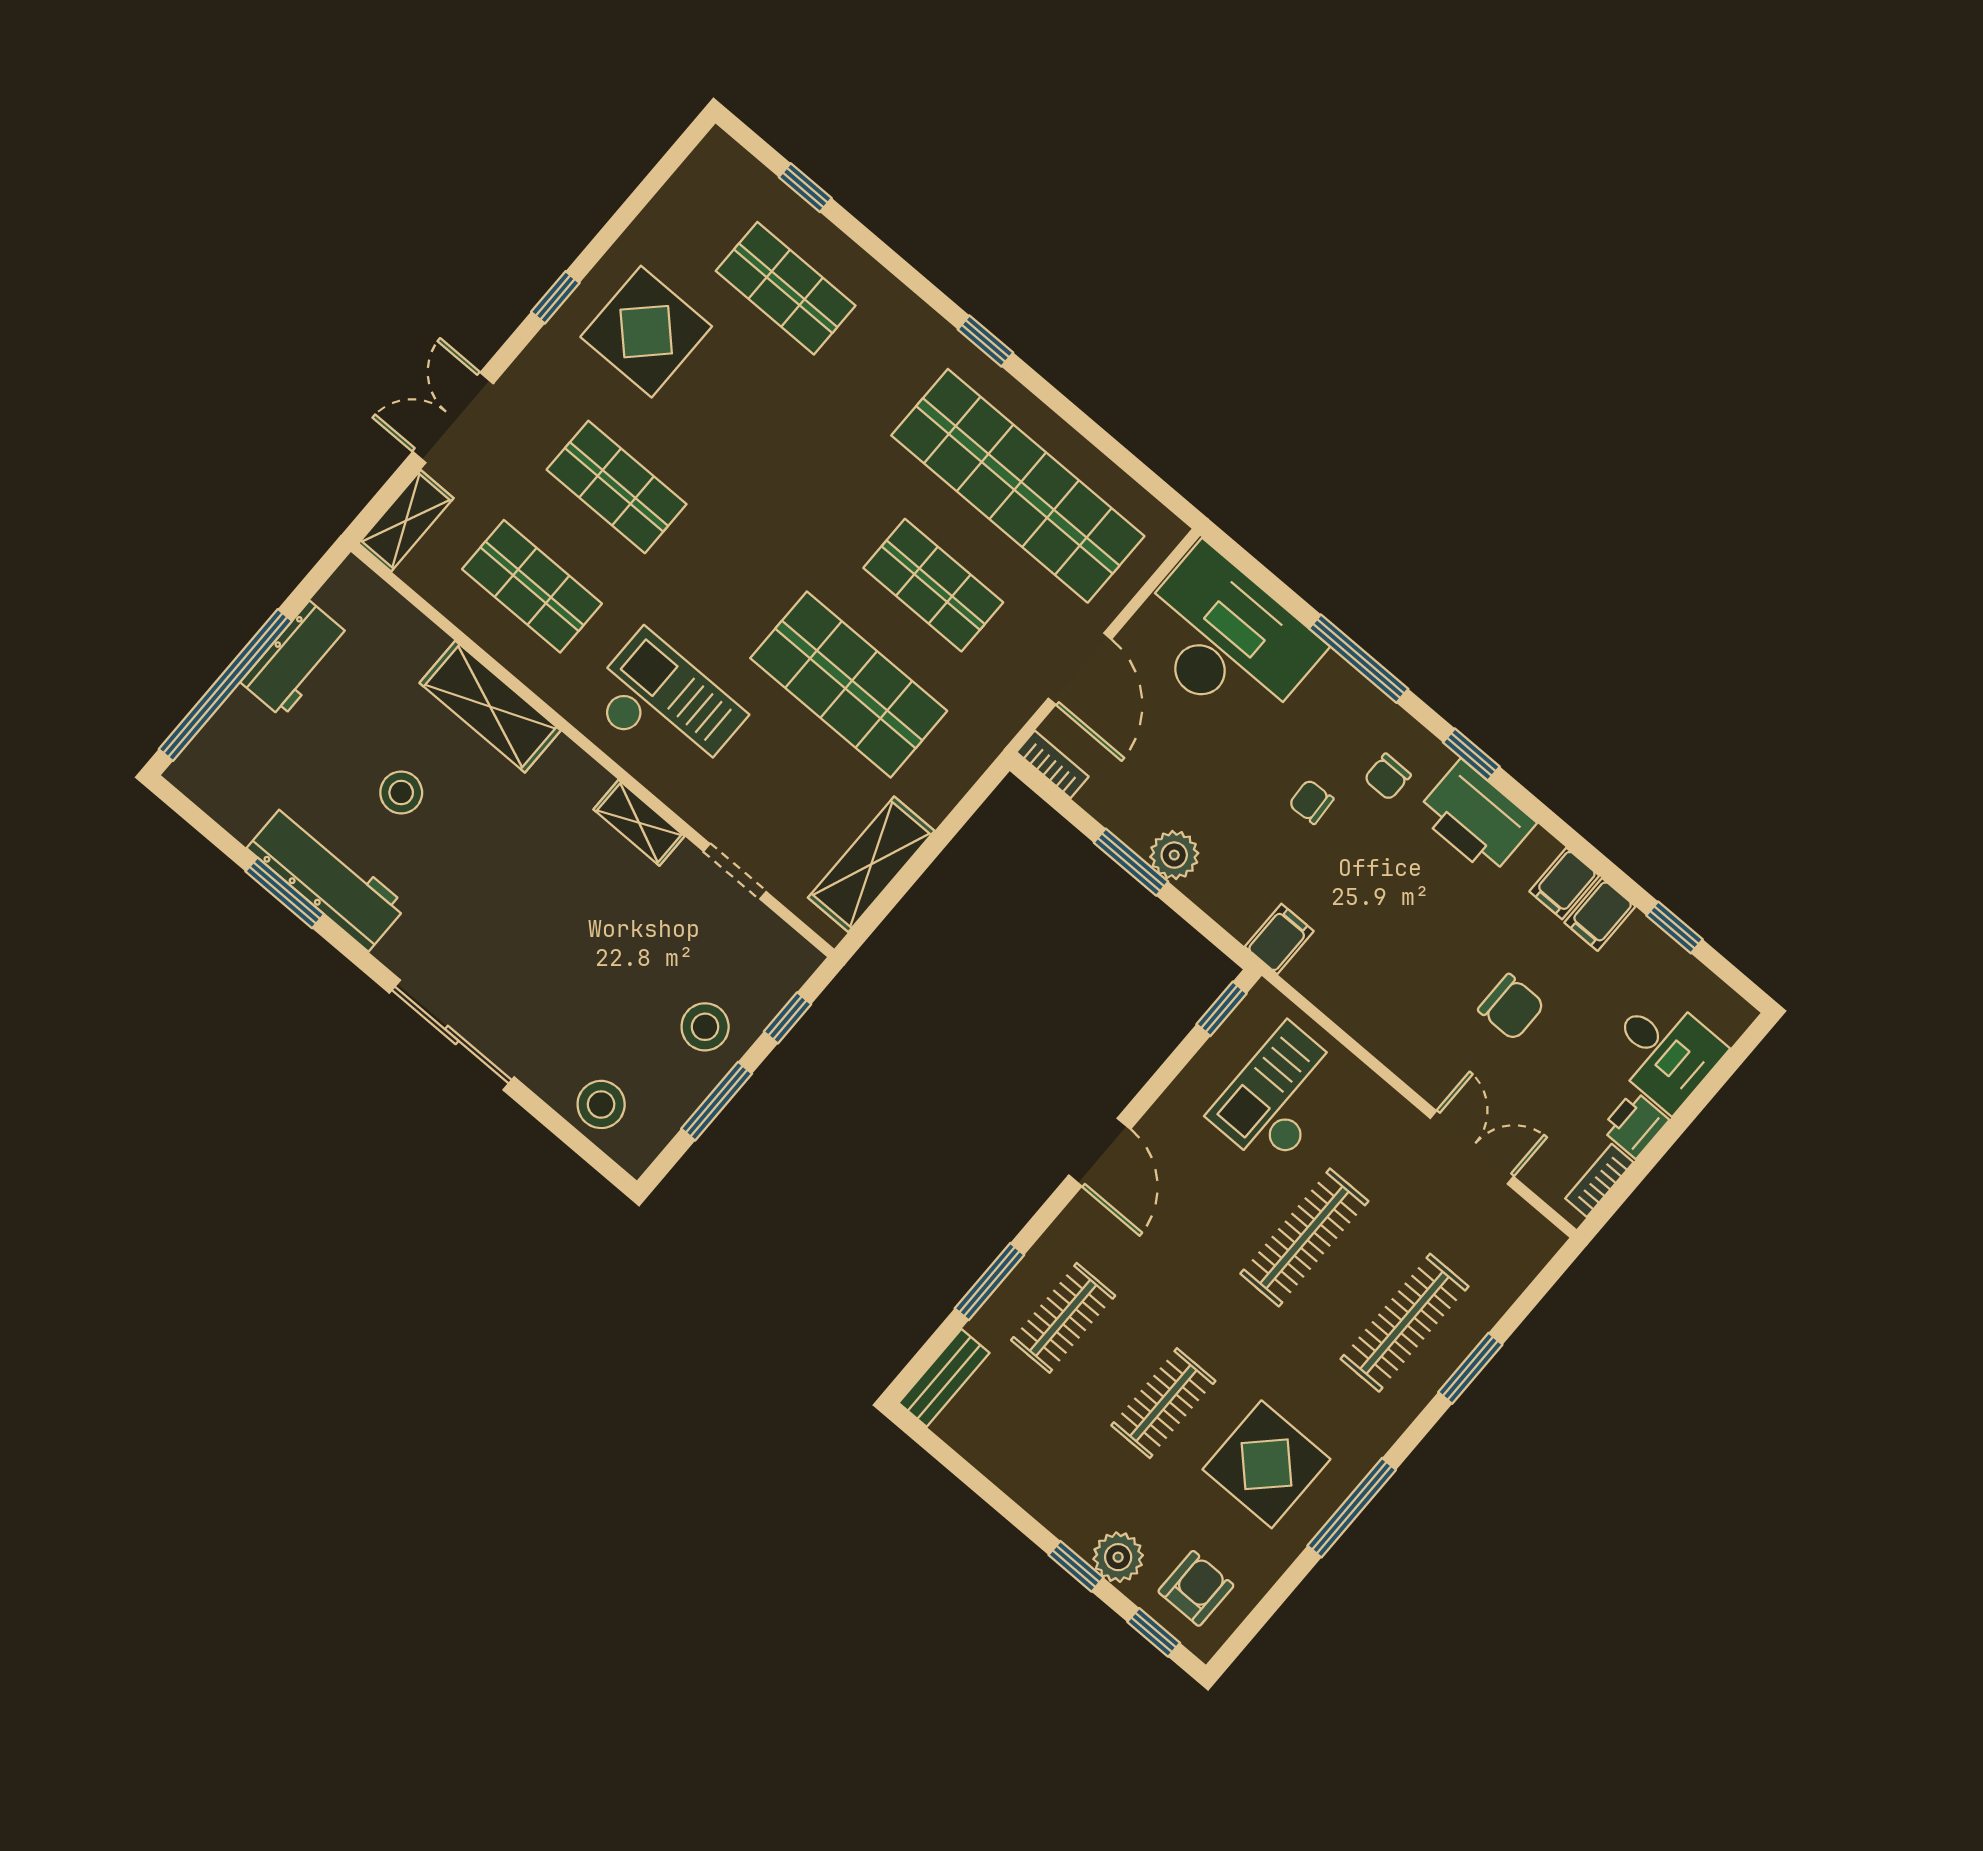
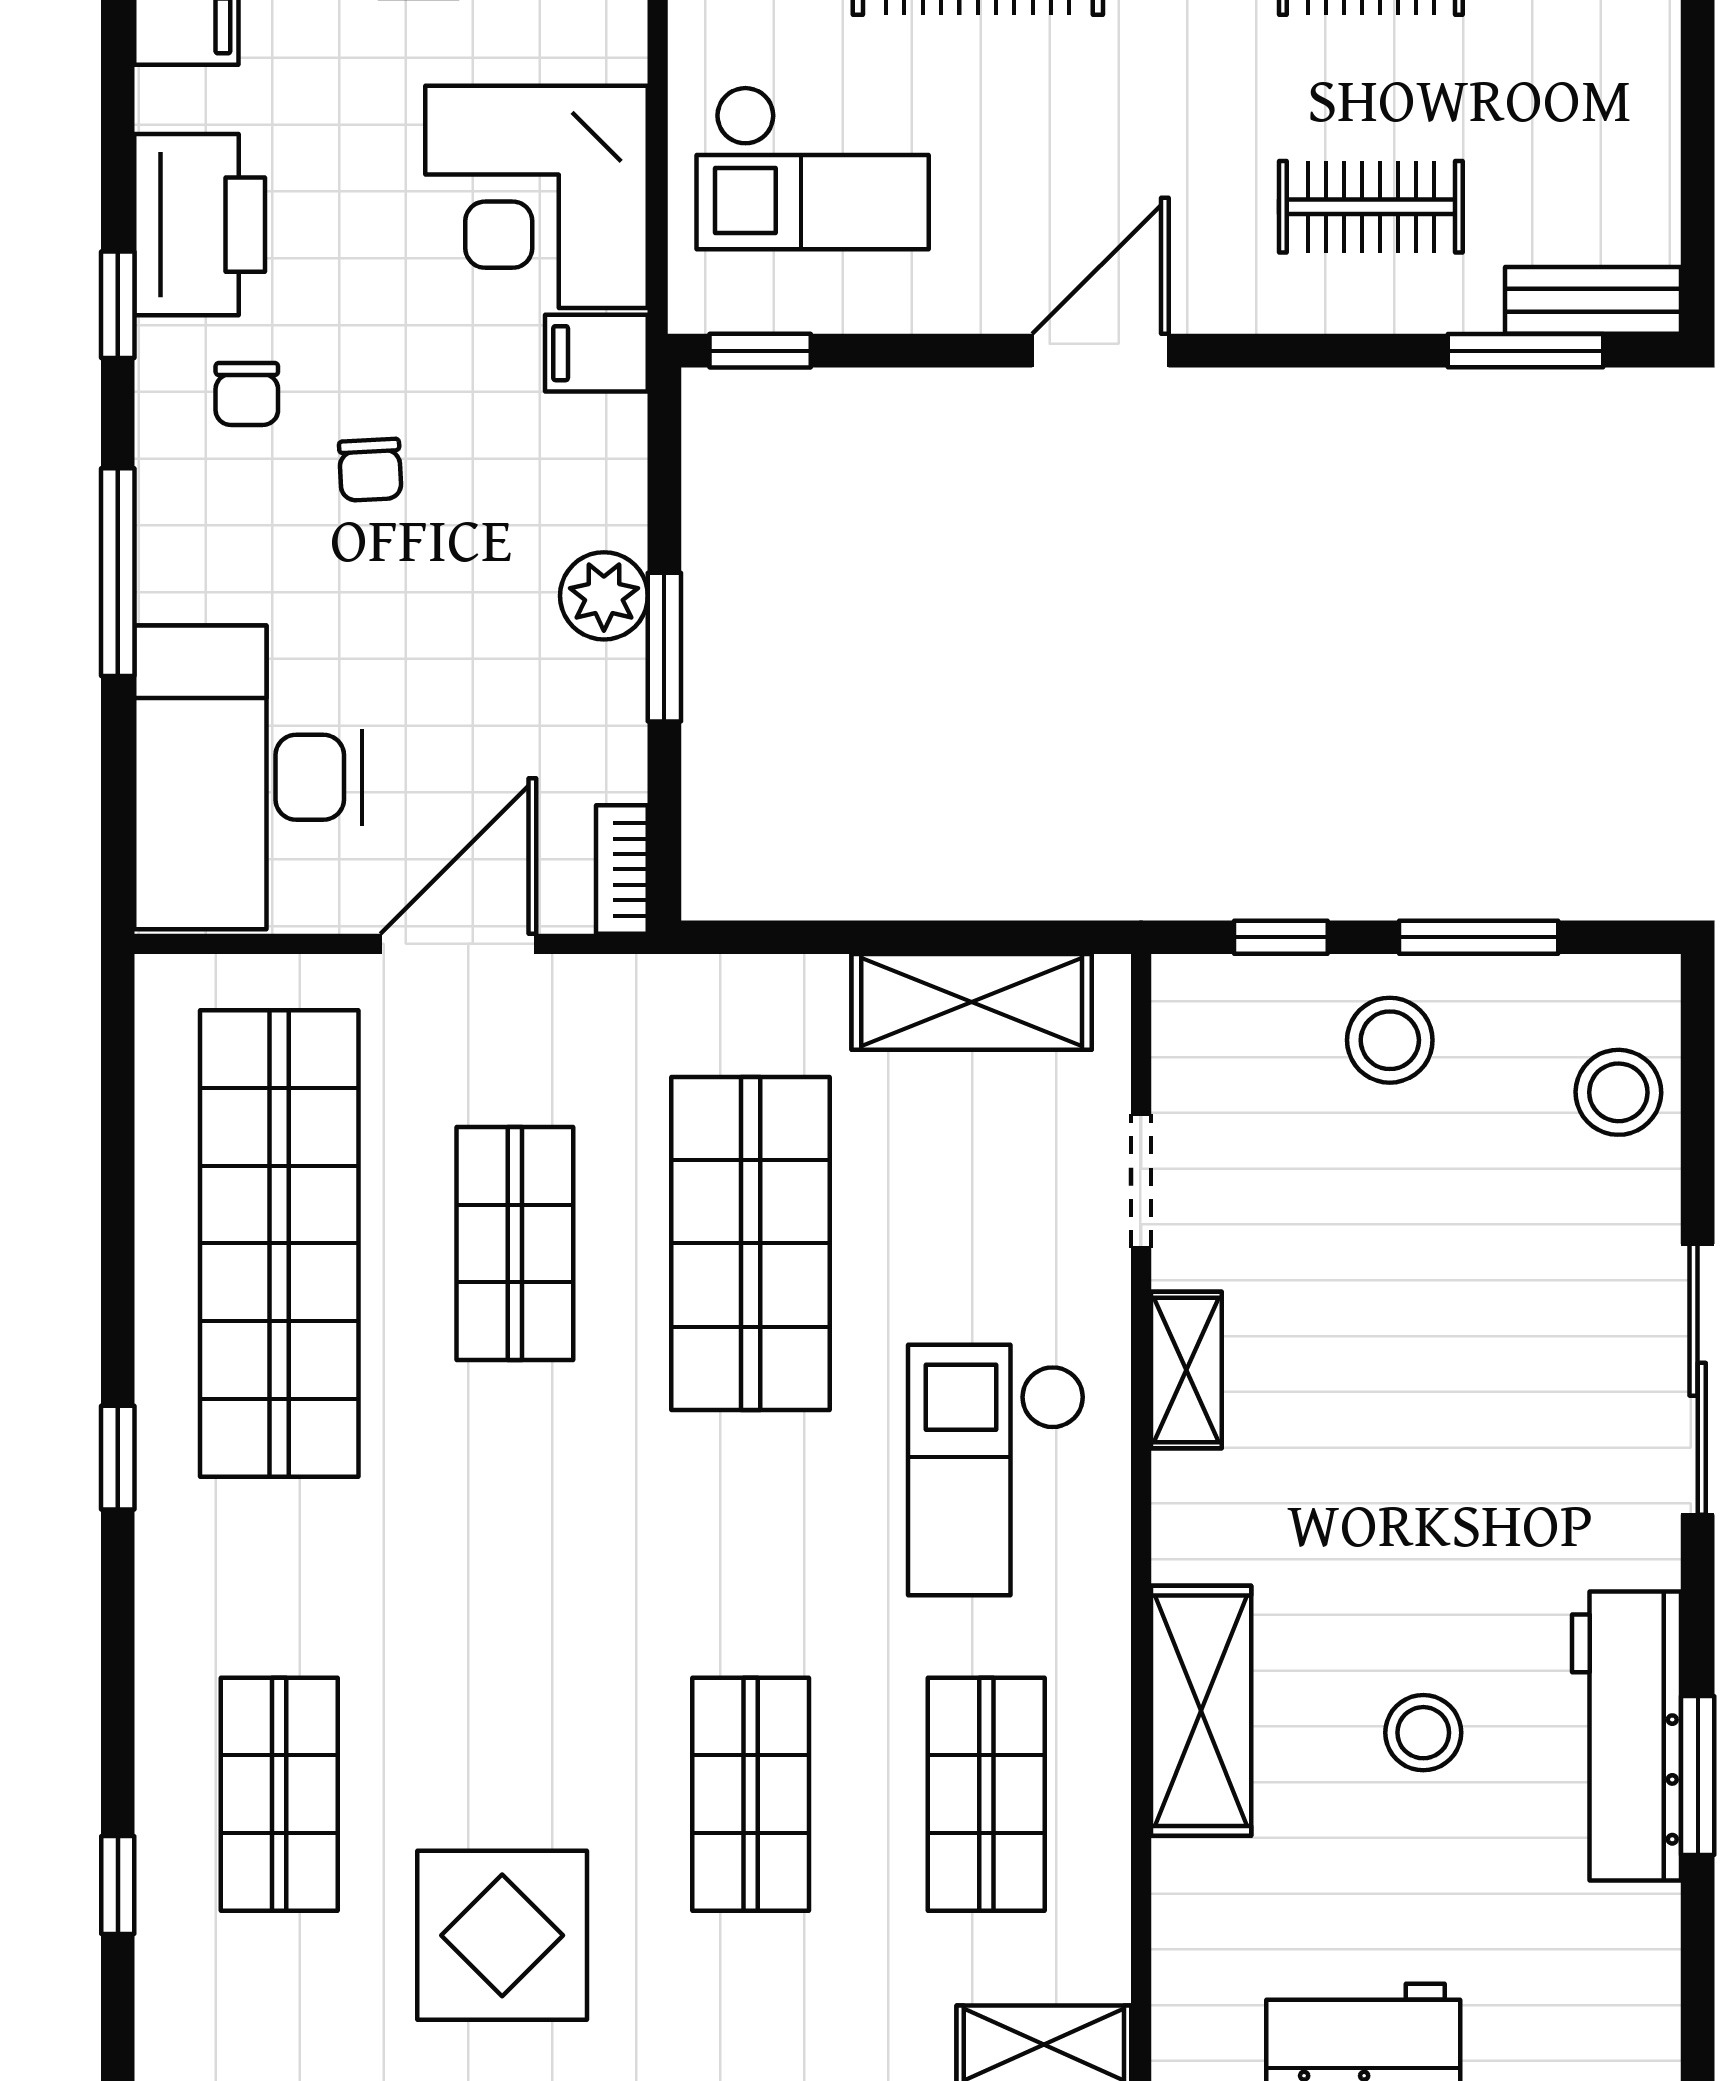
chair: (1387, 777) -> (247, 394), turned 90
corner desk: (1367, 970) -> (537, 197), added
window: (989, 1282) -> (1525, 351), moved

